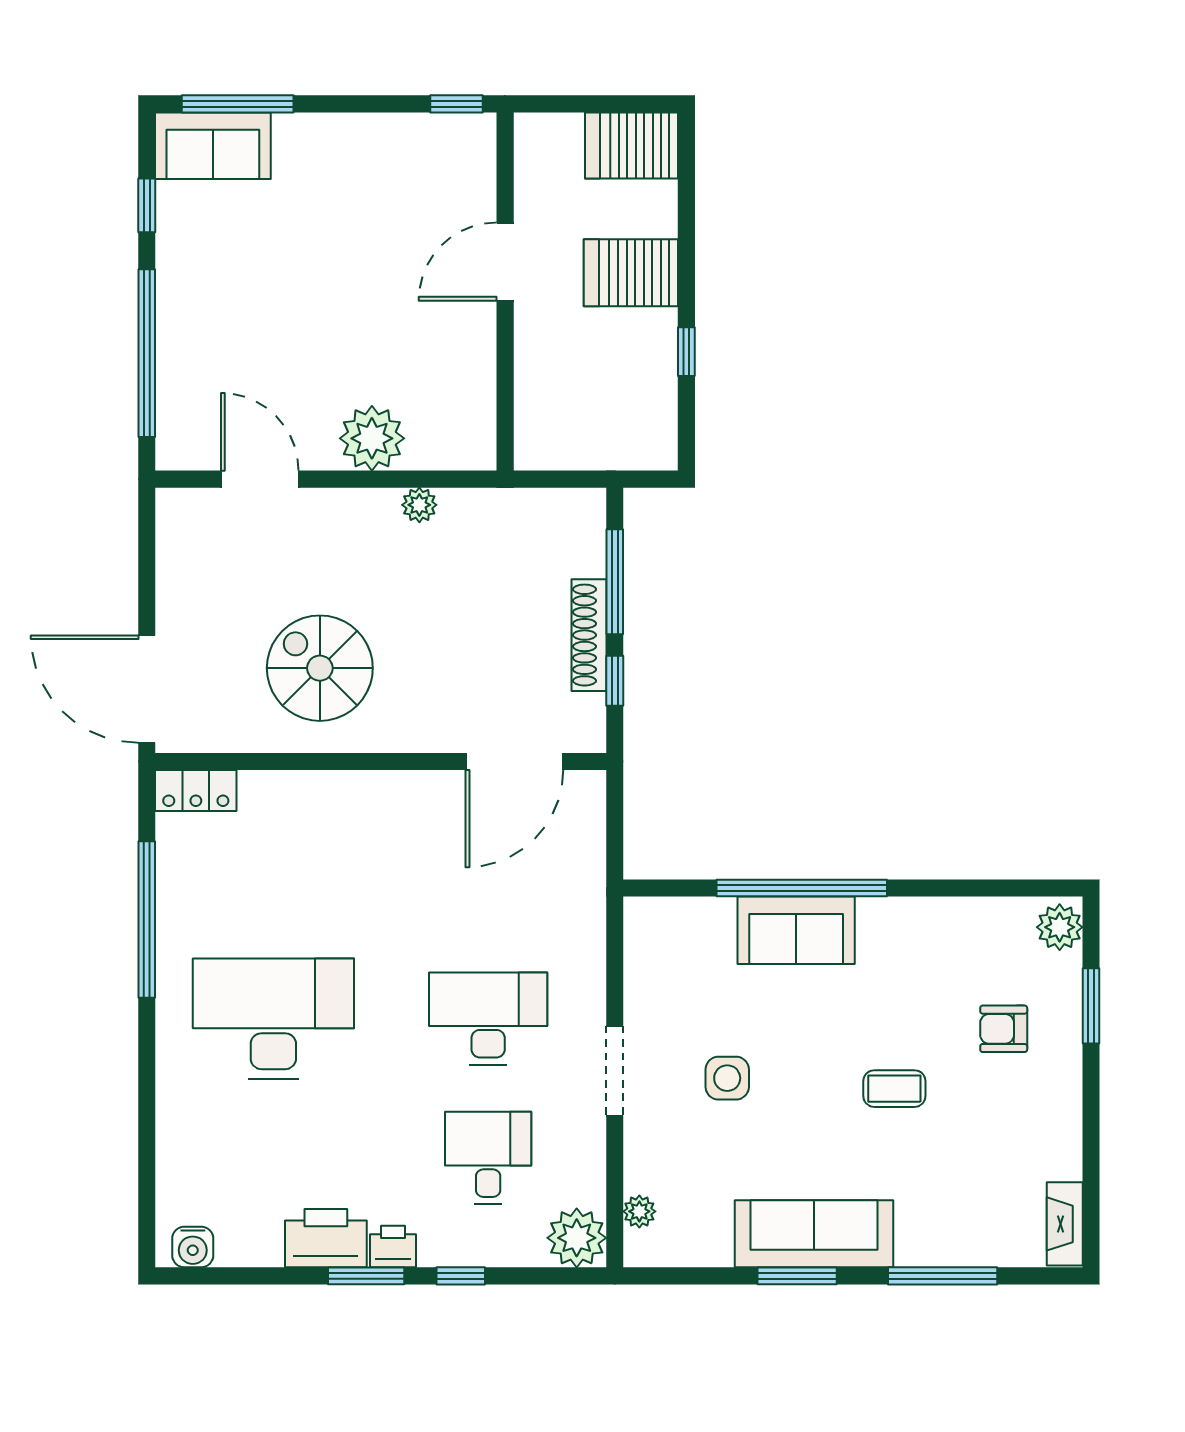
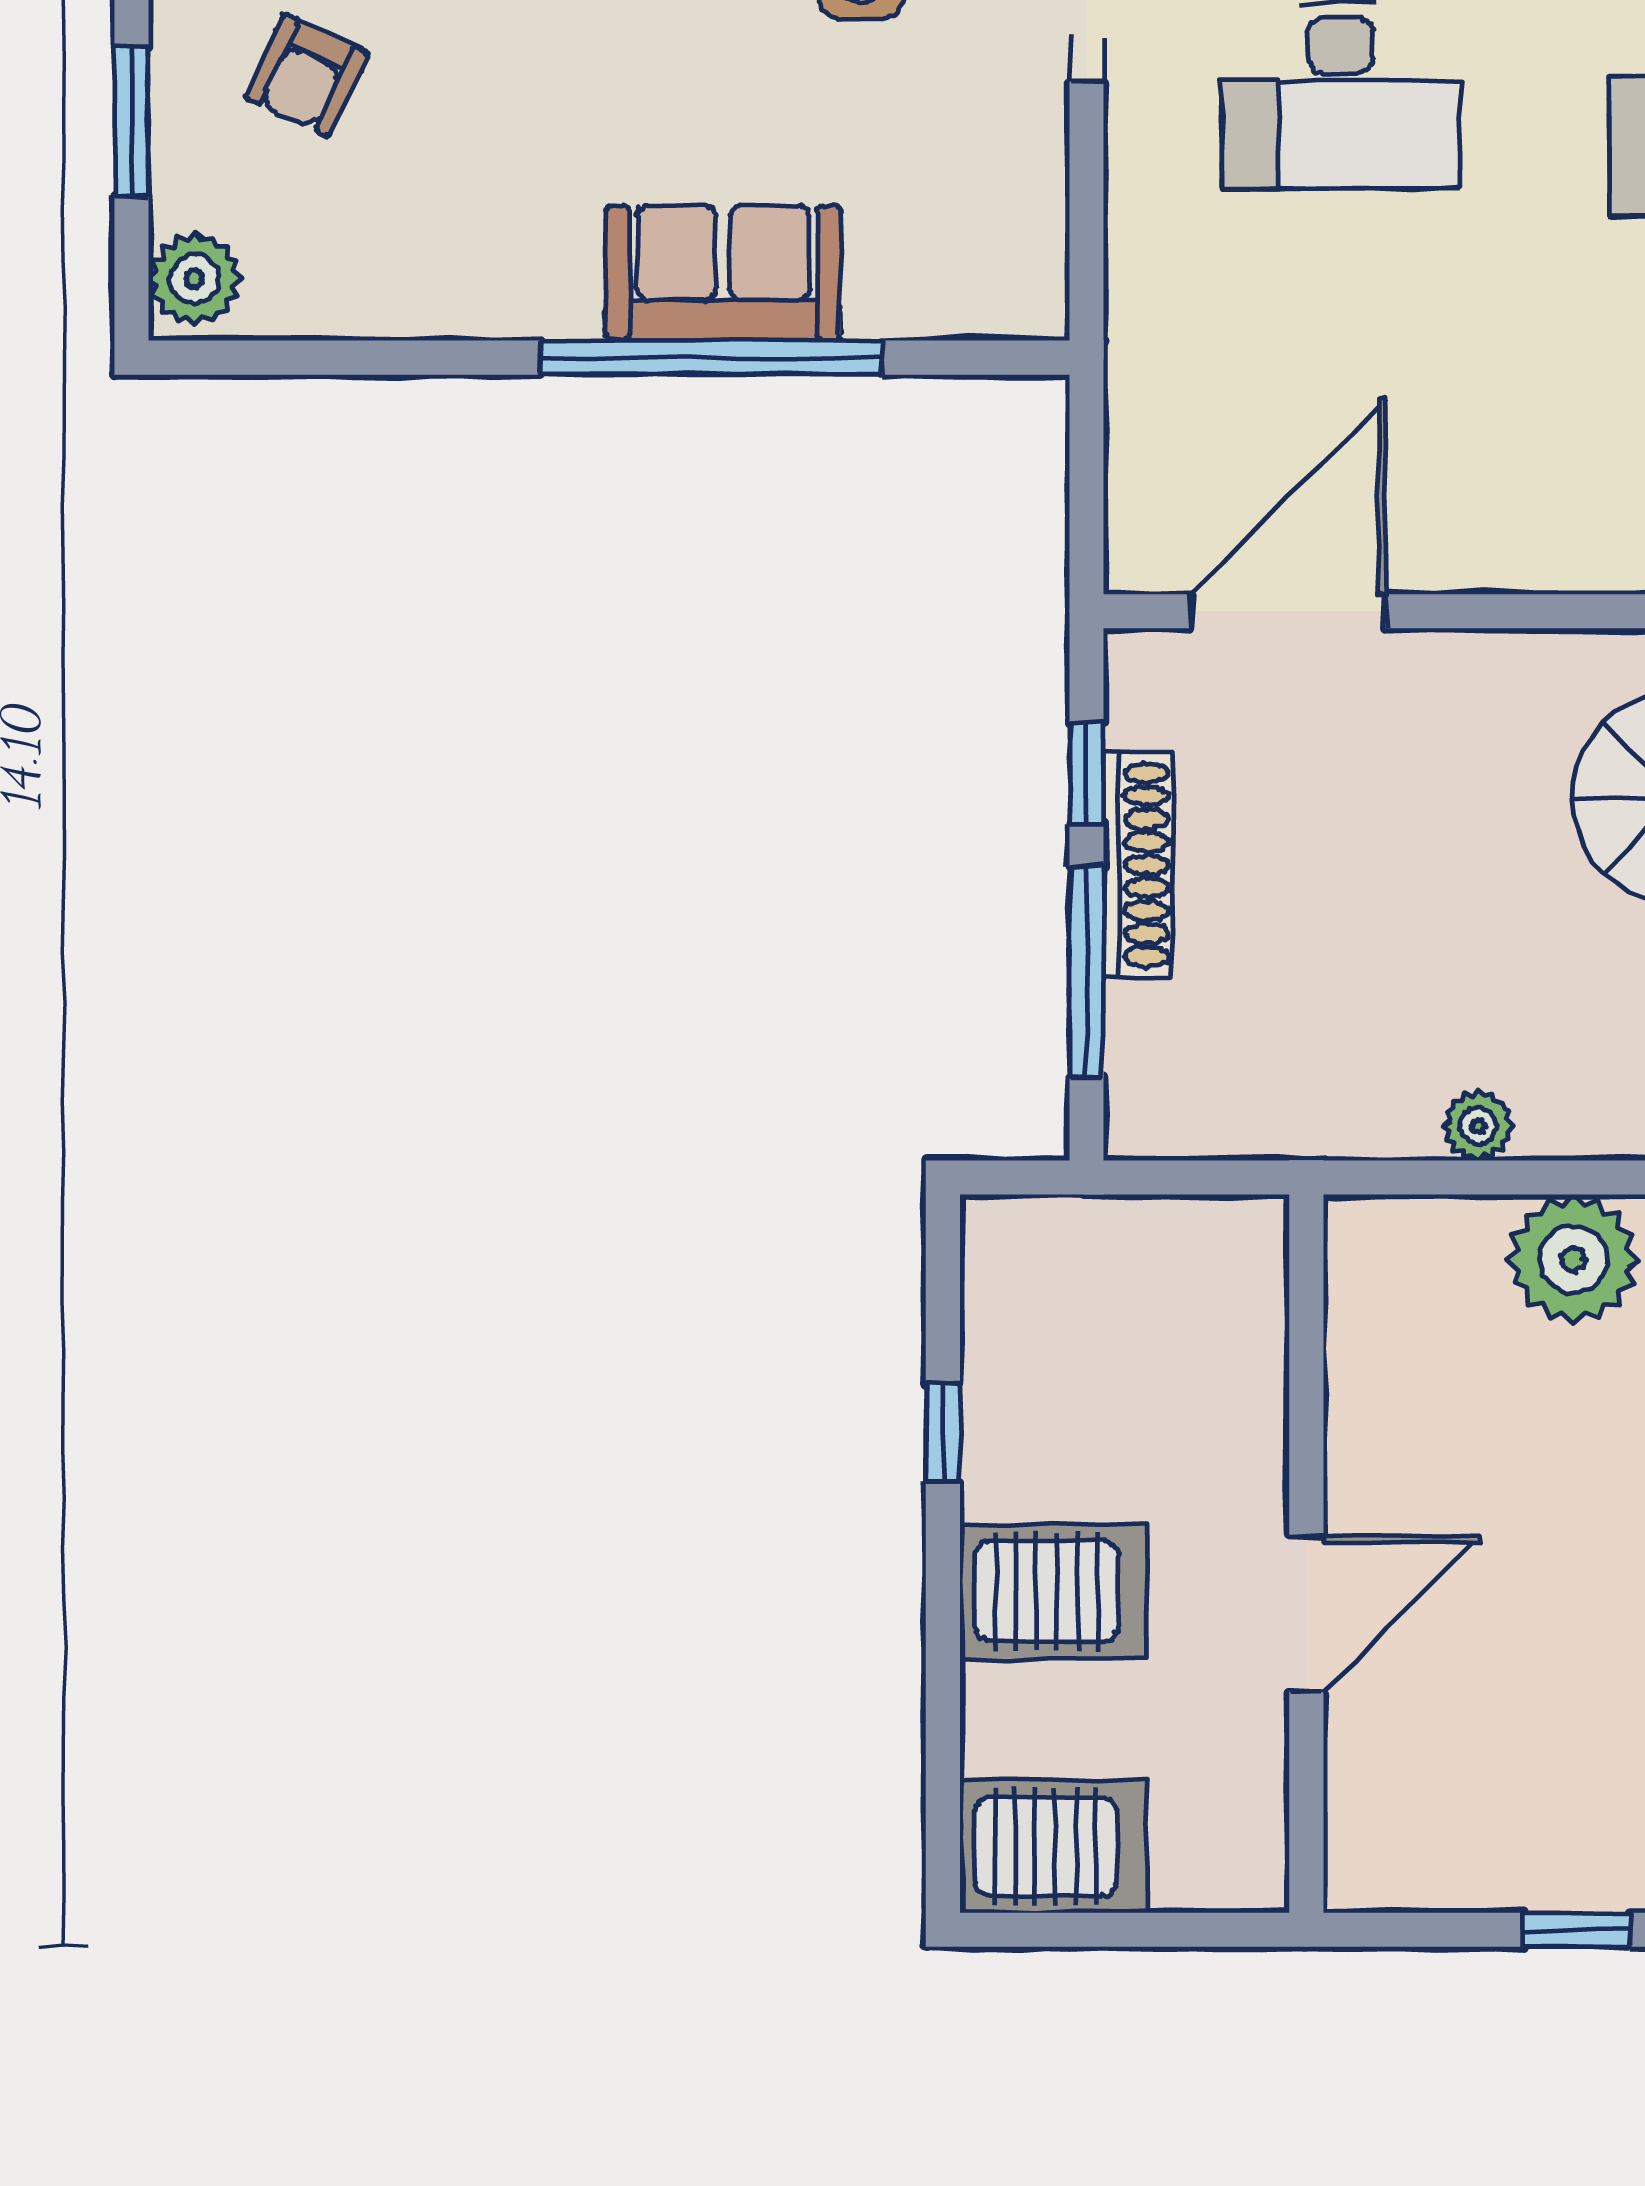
window: (456, 104) -> (1577, 1930), moved
armchair: (1004, 1029) -> (307, 75), turned 115

